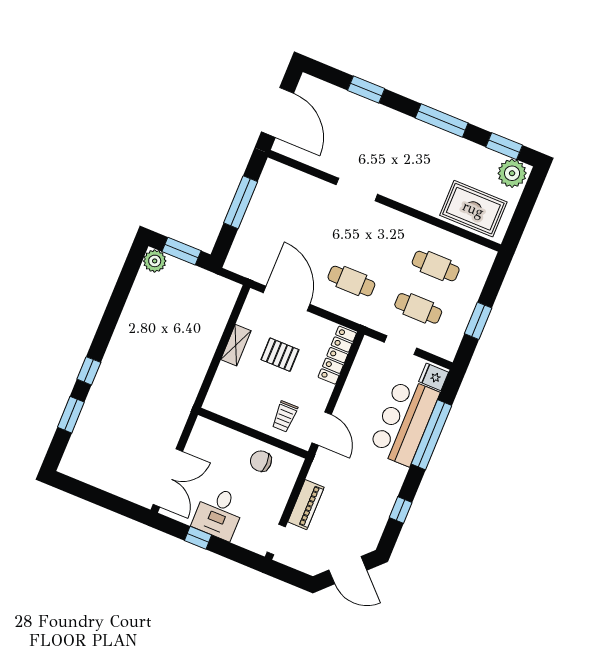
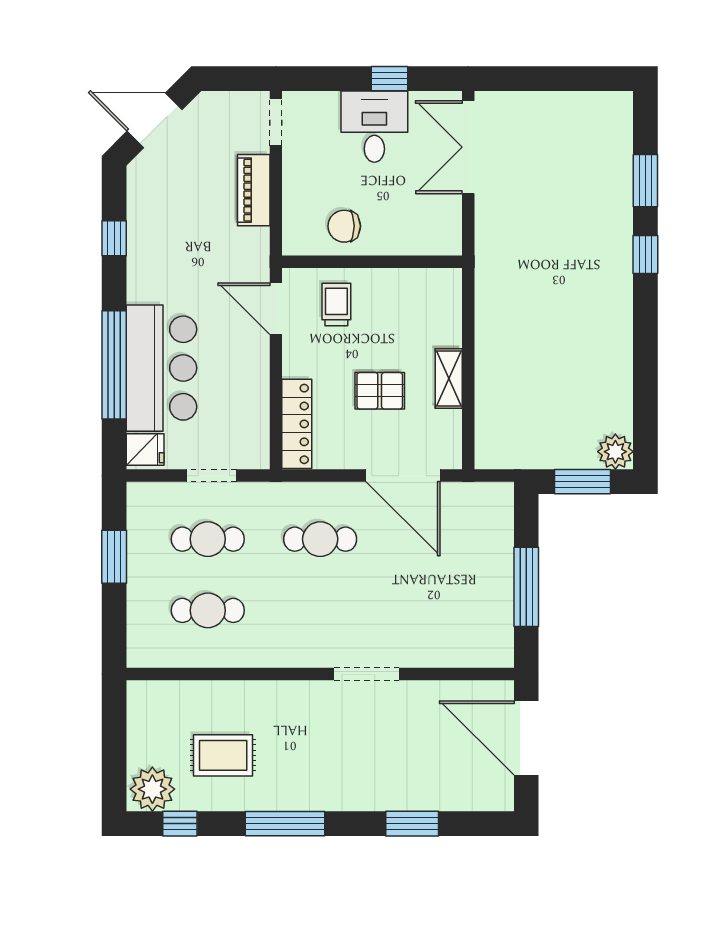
window: (504, 146) -> (180, 824), width x0.67
rug: (473, 209) -> (223, 755), moved, width x0.73, depth x0.70
chair: (261, 461) -> (344, 226), turned 180

